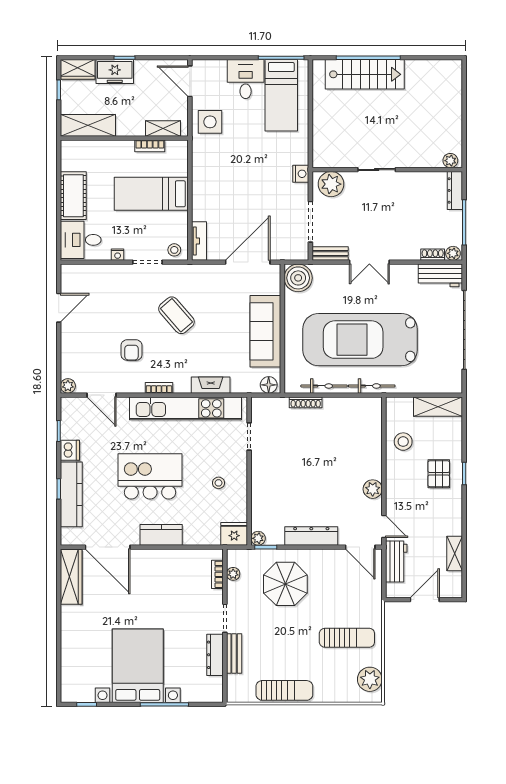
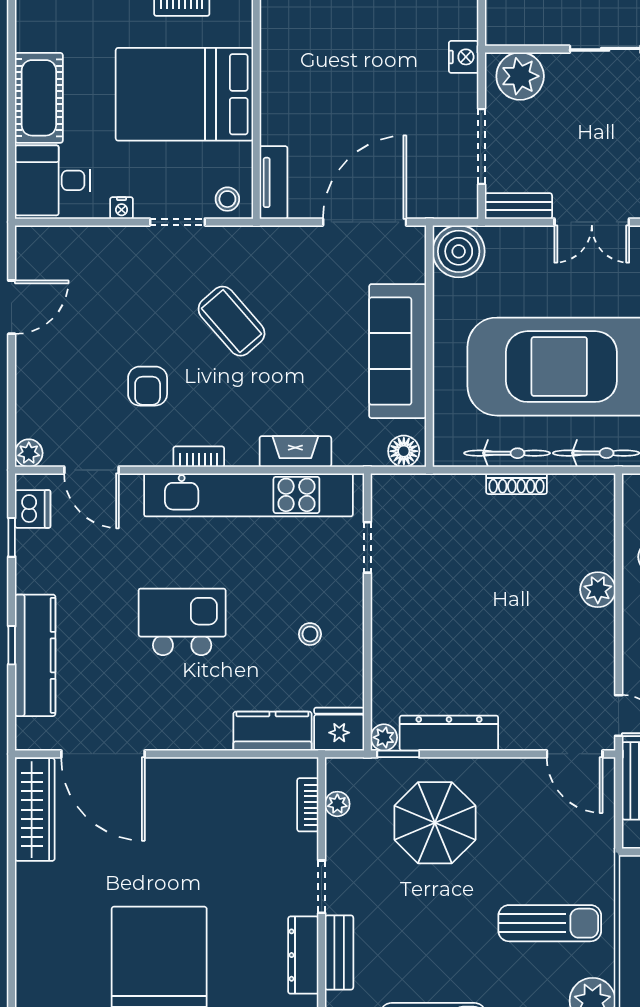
bed: (151, 194) -> (184, 94), width x1.50
shoe rack: (306, 402) -> (517, 484), moved
dishwasher: (70, 450) -> (33, 509), moved
kitchen island: (150, 476) -> (182, 622), width x0.73, depth x0.78
plant: (373, 489) -> (598, 590), moved
kitchen counter: (161, 535) -> (272, 731), moved
dresser: (311, 536) -> (449, 733), moved

